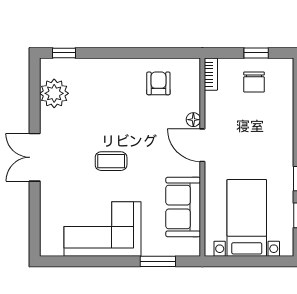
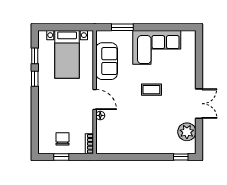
armchair: (158, 83) -> (122, 138), removed
double door: (35, 157) -> (199, 104), moved

